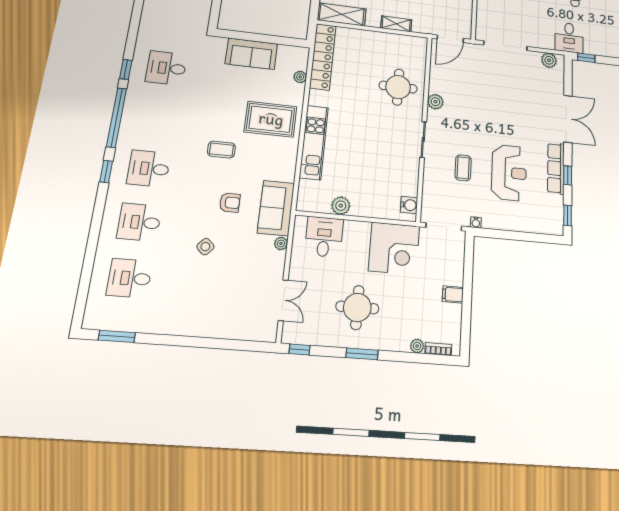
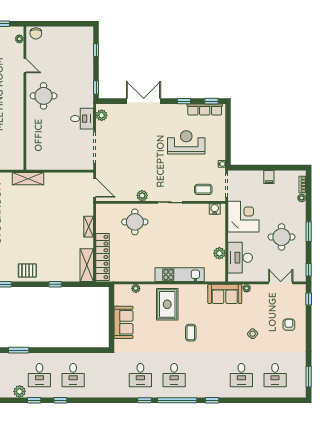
desk: (569, 38) -> (82, 119), moved
locker: (323, 57) -> (103, 257), moved, turned 90
coffee table: (463, 168) -> (203, 189), moved
row of seats: (556, 168) -> (205, 109), moved
desk: (149, 169) -> (174, 375), moved
armchair: (230, 203) -> (289, 325), moved
desk: (324, 237) -> (240, 258), width x1.37
window: (251, 346) -> (309, 299), added

